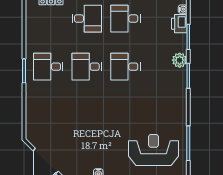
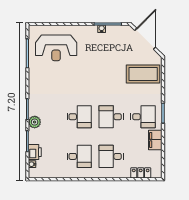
filing cabinet: (33, 38) -> (155, 140), added
desk: (87, 67) -> (111, 117), turned 180
coffee table: (48, 118) -> (143, 74), added

